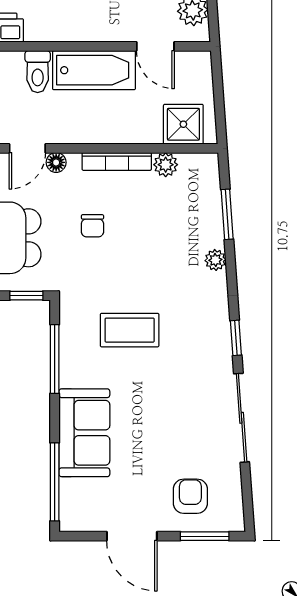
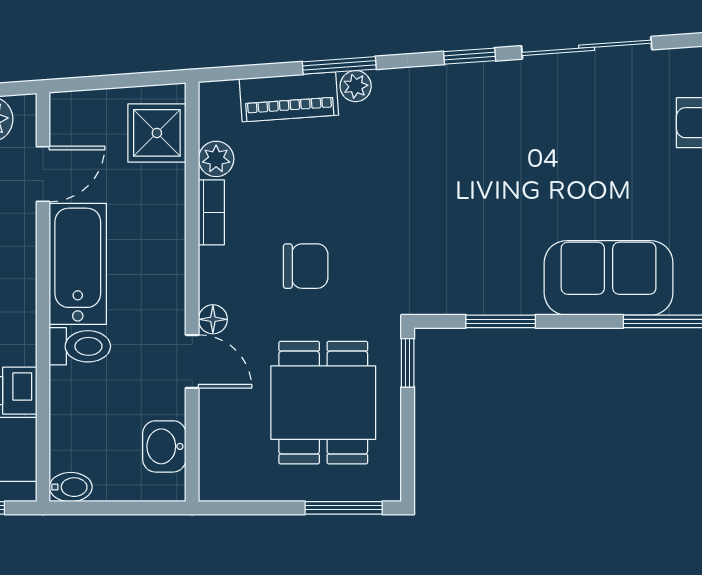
bookcase: (117, 161) -> (211, 212), width x0.64
piano: (208, 214) -> (289, 97), added
window: (227, 214) -> (339, 65), moved
chair: (92, 226) -> (306, 266), width x1.37, depth x1.37
coffee table: (130, 330) -> (458, 212), removed
window: (55, 359) -> (501, 321), width x0.69

